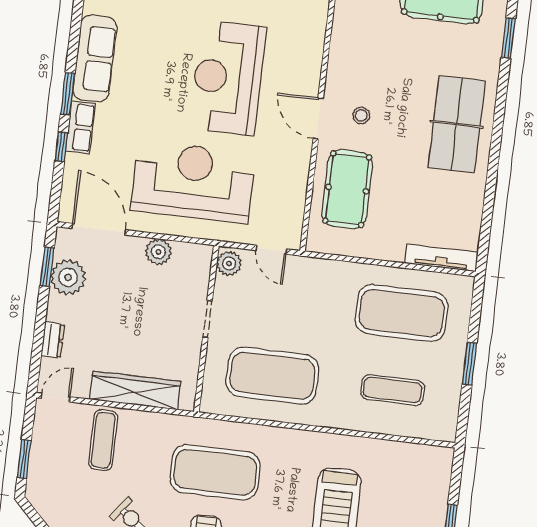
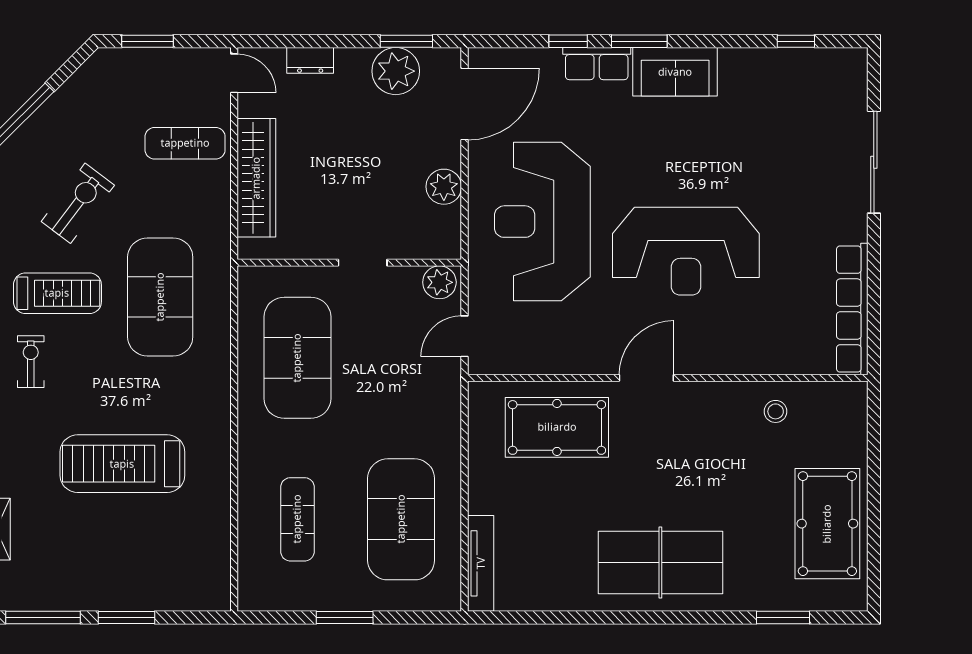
sofa: (95, 59) -> (675, 72), width x0.73
reception desk: (228, 78) -> (686, 251), turned 180
stool: (361, 115) -> (776, 411), moved
reception desk: (193, 182) -> (542, 222), turned 180

